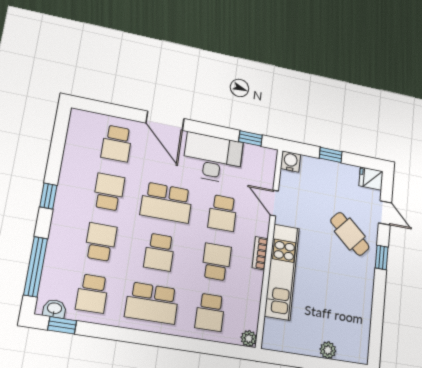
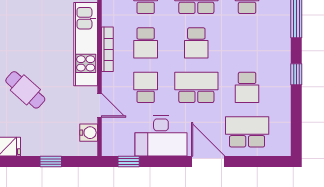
school desk: (117, 143) -> (247, 132), width x1.85
water cooler: (291, 161) -> (89, 133), moved, turned -90
school desk: (101, 242) -> (247, 43), removed
school desk: (159, 252) -> (196, 43), turned 180
bookcase: (260, 253) -> (107, 49), width x1.56

